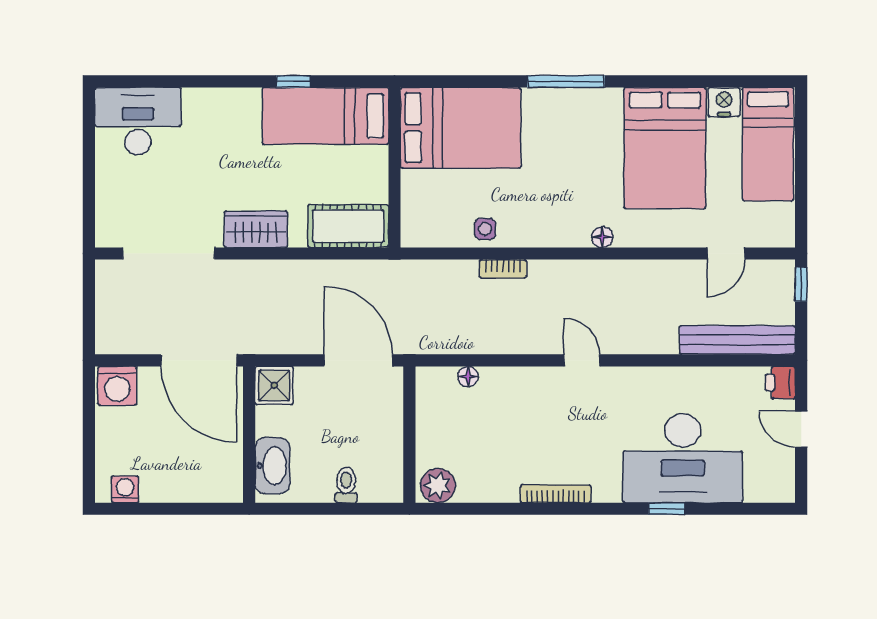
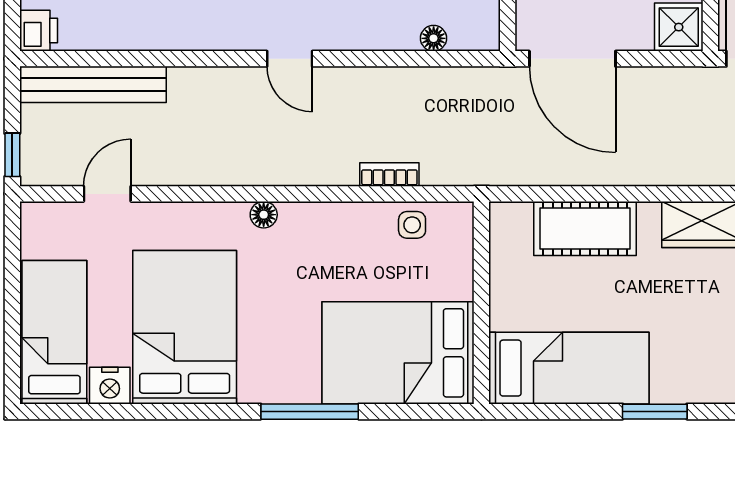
window: (293, 81) -> (655, 412), width x1.50
bed: (325, 116) -> (569, 368), moved
bed: (460, 128) -> (398, 353), moved
wall: (395, 167) -> (481, 303), moved

